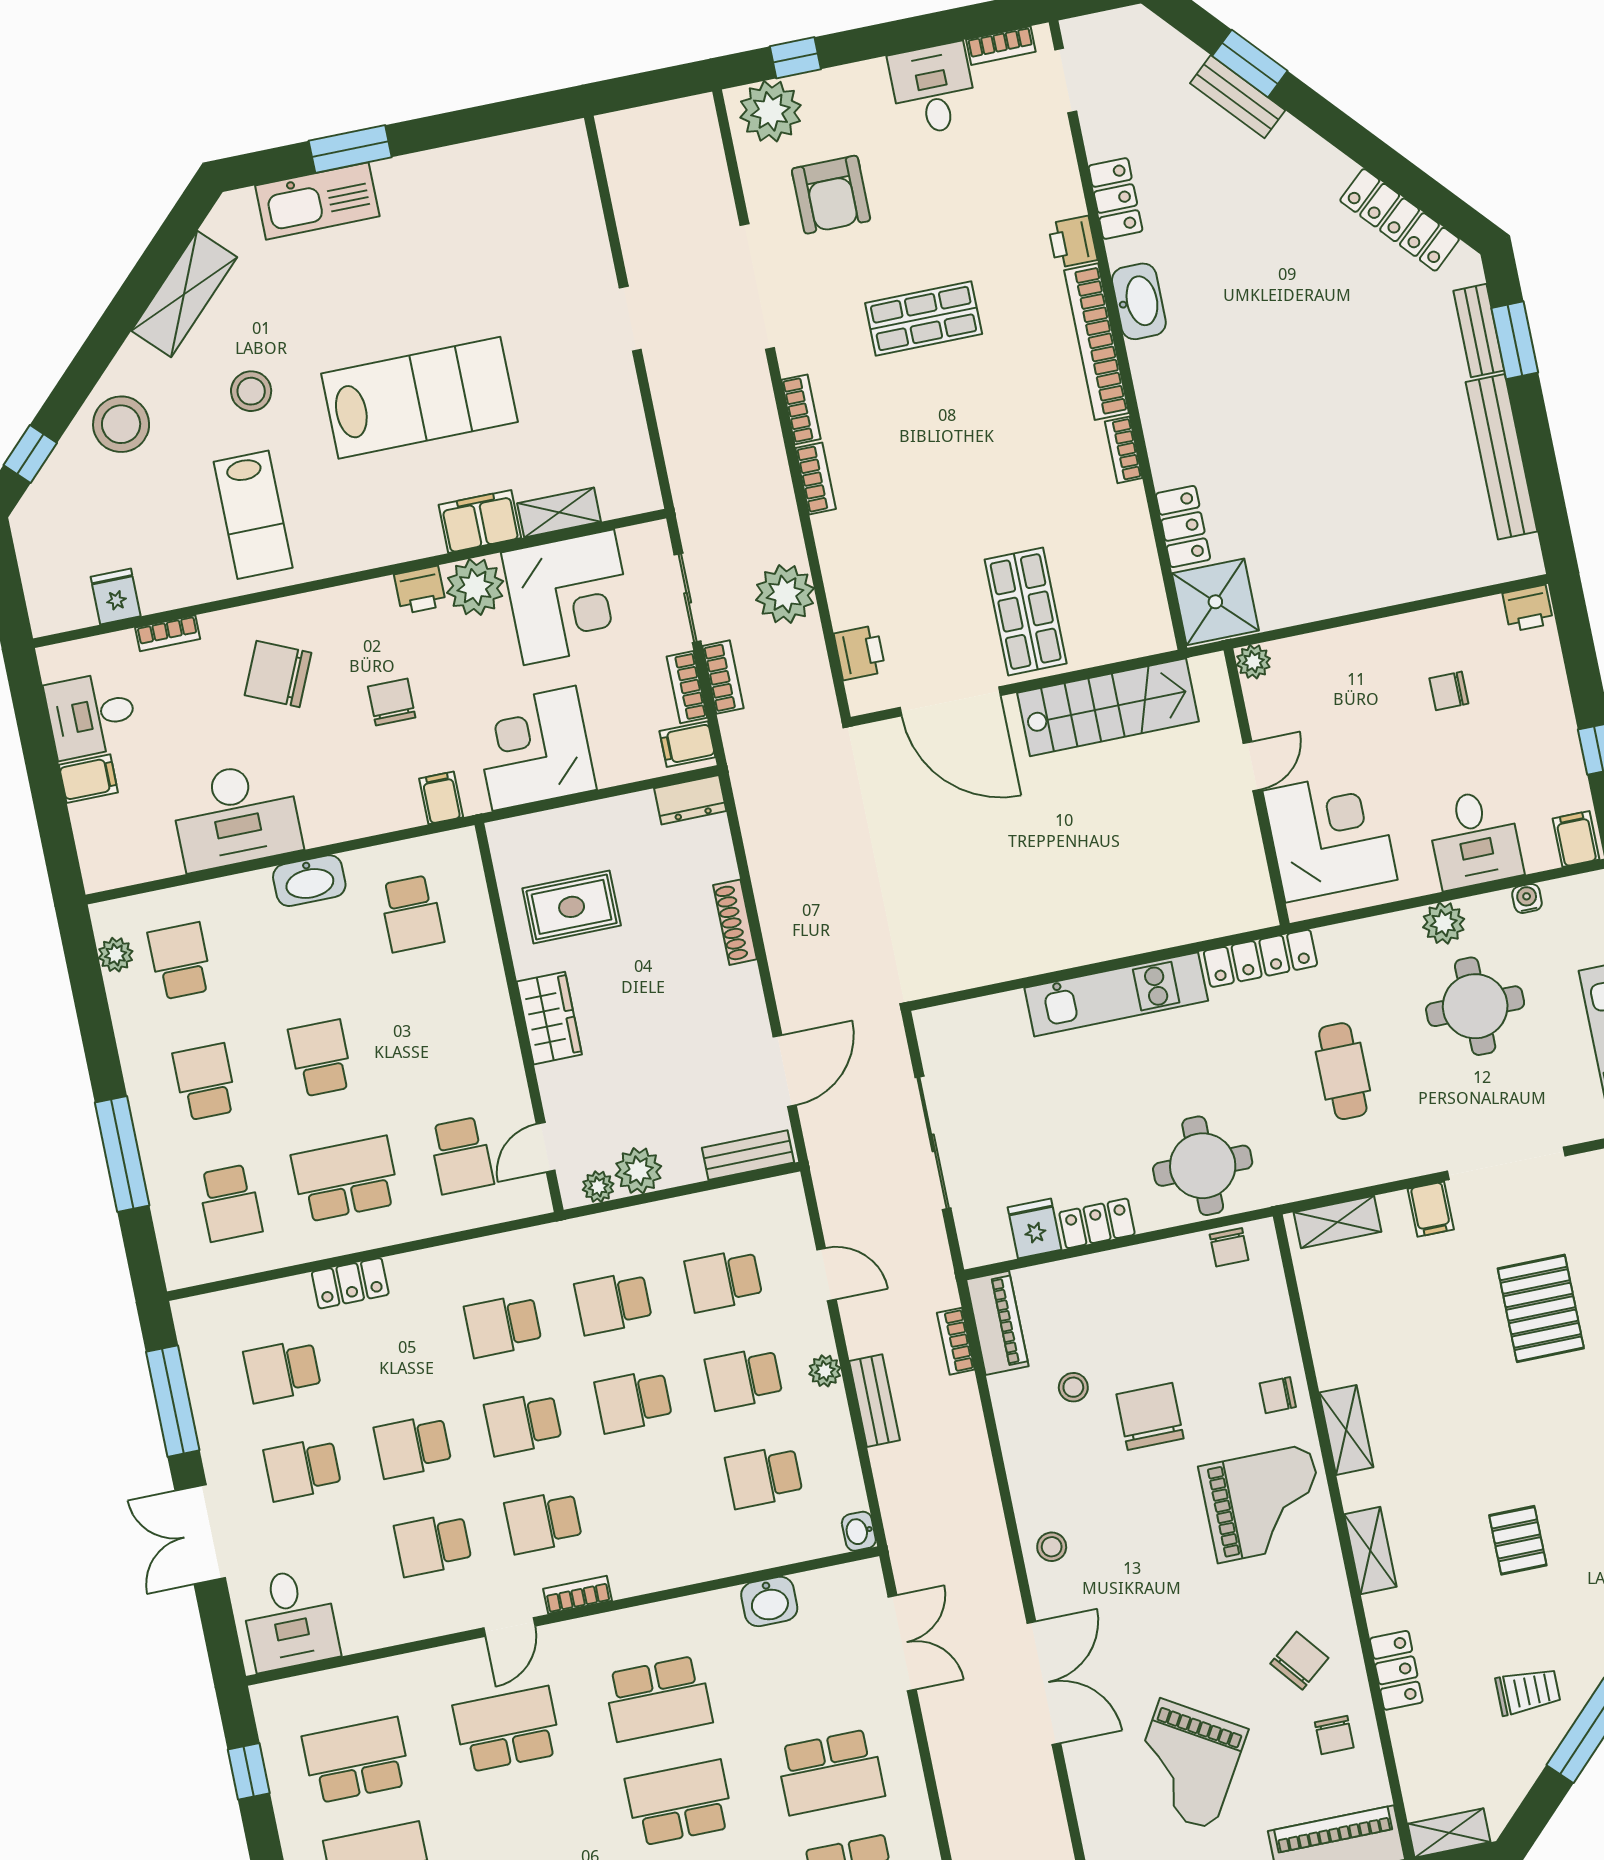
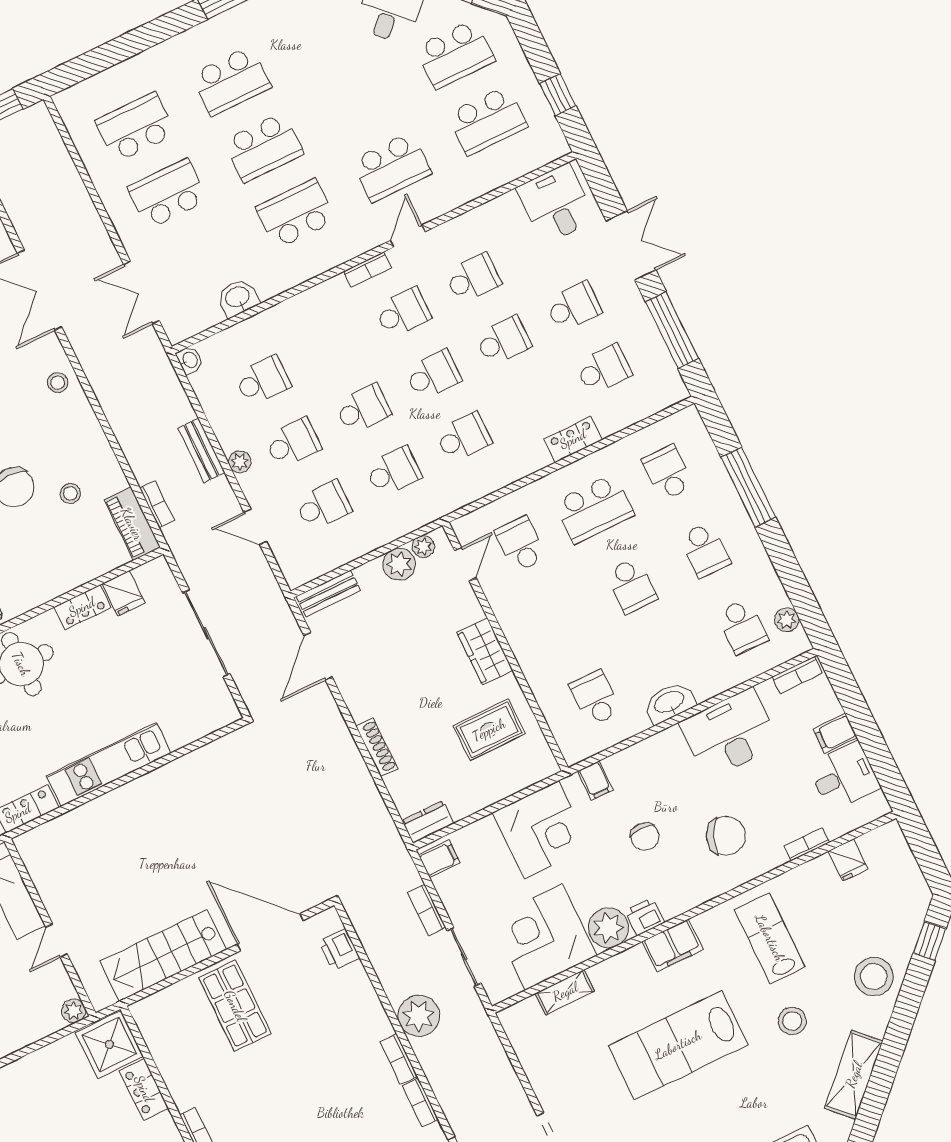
filing cabinet: (480, 521) -> (673, 945), moved
plant: (785, 594) -> (419, 1016), moved
bookcase: (687, 687) -> (797, 675), moved, turned 90

